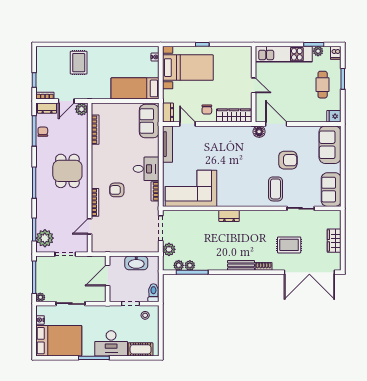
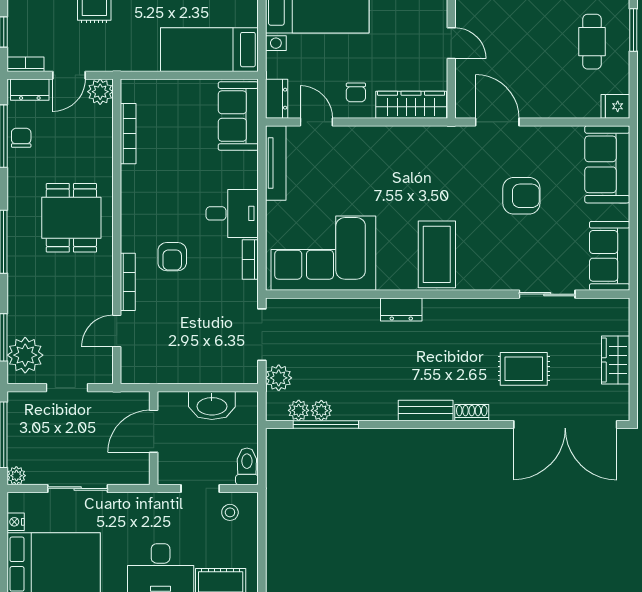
floor lamp: (259, 132) -> (462, 138), removed
coffee table: (276, 189) -> (437, 254), moved, width x1.36, depth x1.32
armchair: (117, 190) -> (172, 257), turned -90

